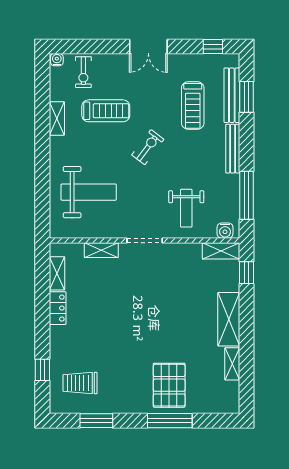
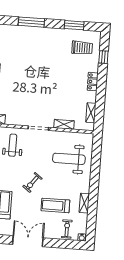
double door: (148, 46) -> (28, 241), width x1.37
locker: (58, 308) -> (93, 82), moved
pallet: (169, 385) -> (30, 43), removed

